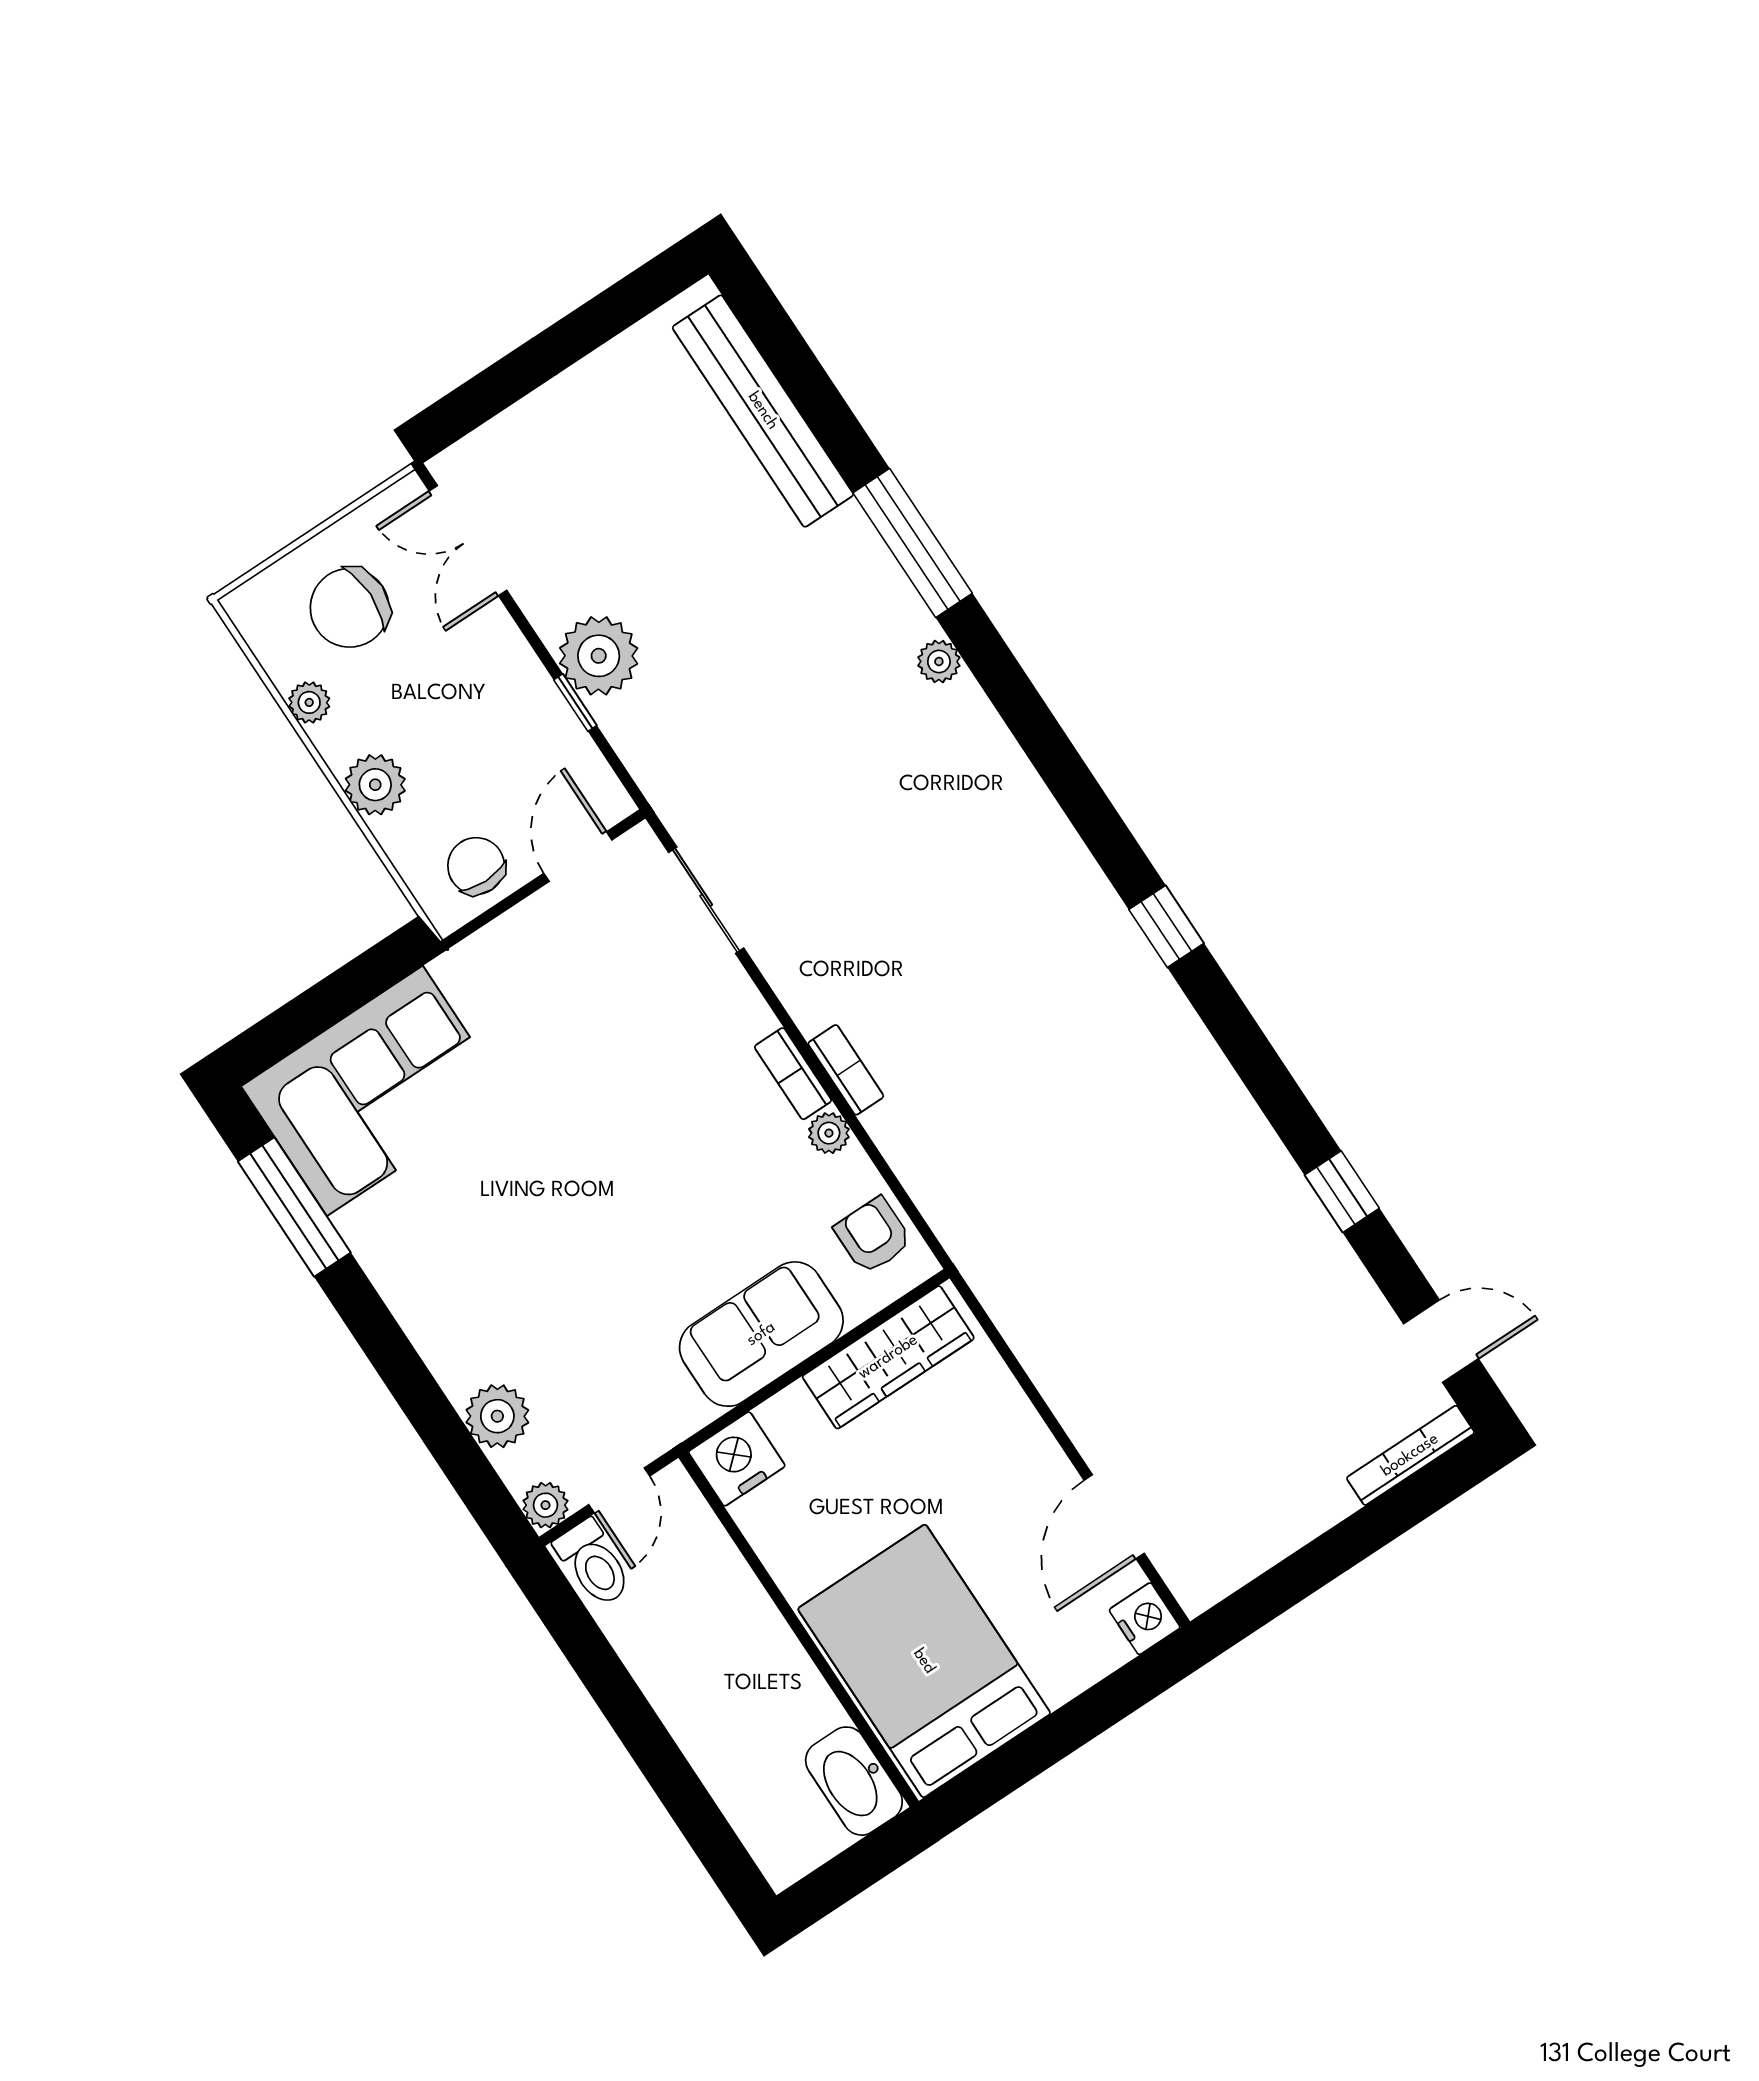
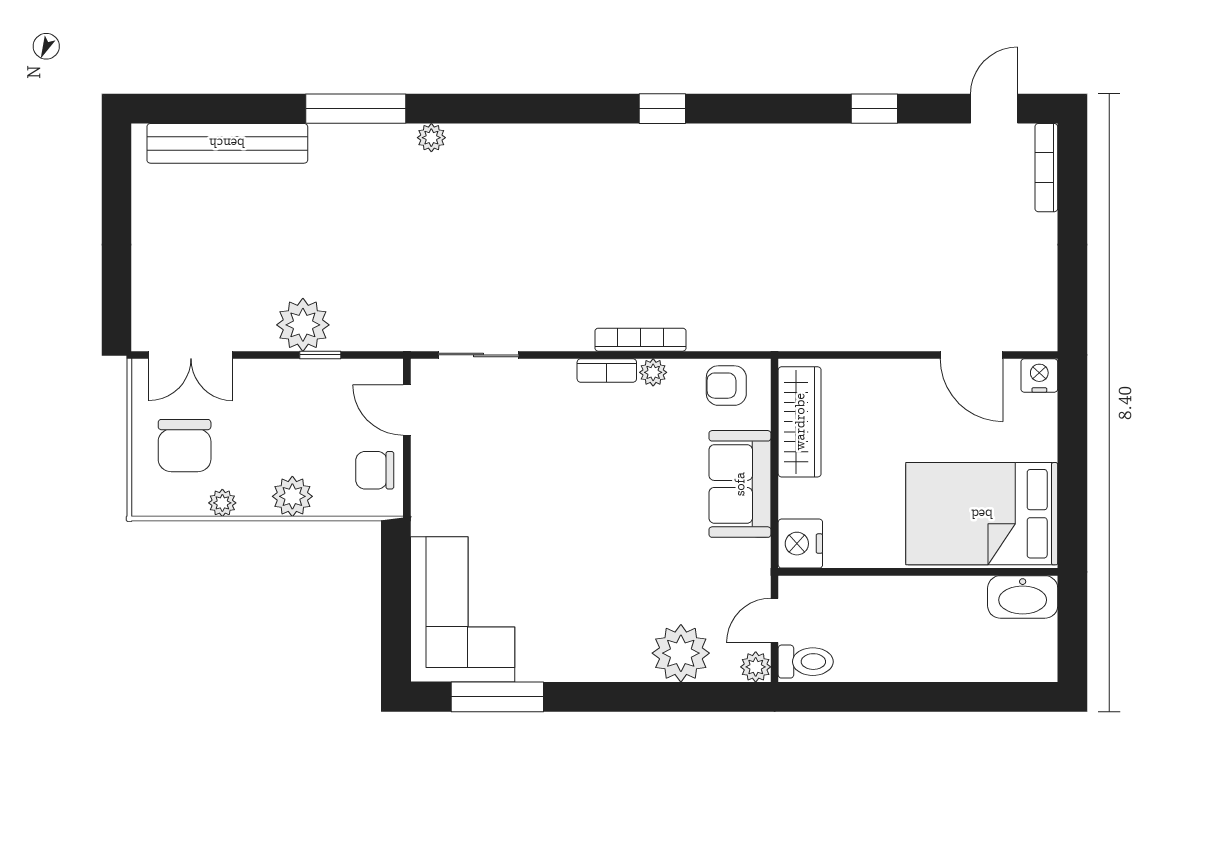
bookcase: (846, 1070) -> (640, 340), width x1.56
plant: (497, 1416) -> (681, 653), width x1.36, depth x1.36
door: (619, 1490) -> (775, 620), swing flipped

